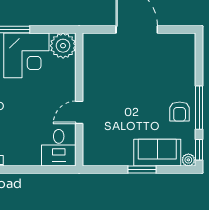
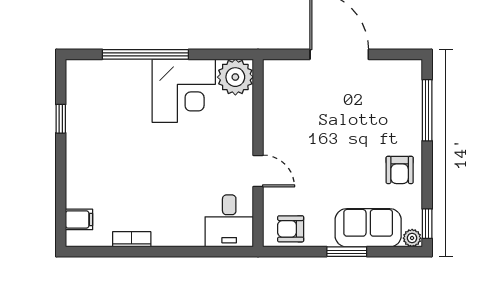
window: (199, 108) -> (427, 110), moved
door: (79, 112) -> (258, 171), swing flipped
armchair: (102, 153) -> (291, 229), added

